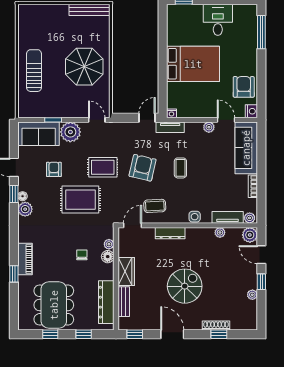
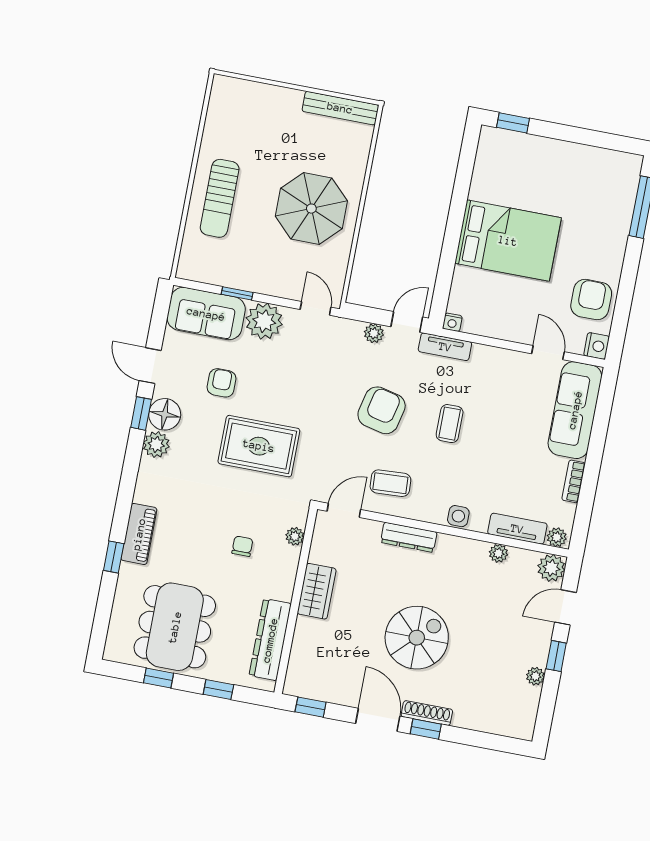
desk: (218, 20) -> (568, 170), removed
sun lounger: (34, 71) -> (220, 198), turned 180
plant: (209, 127) -> (374, 333), moved
rug: (103, 167) -> (310, 396), removed
floor lamp: (23, 196) -> (165, 414), width x1.89, depth x1.89
door: (261, 255) -> (566, 607), hinge flipped
floor lamp: (108, 257) -> (288, 558), removed
bench: (124, 302) -> (302, 645), removed
shoe rack: (216, 326) -> (427, 713), moved
window: (219, 334) -> (426, 729), moved

